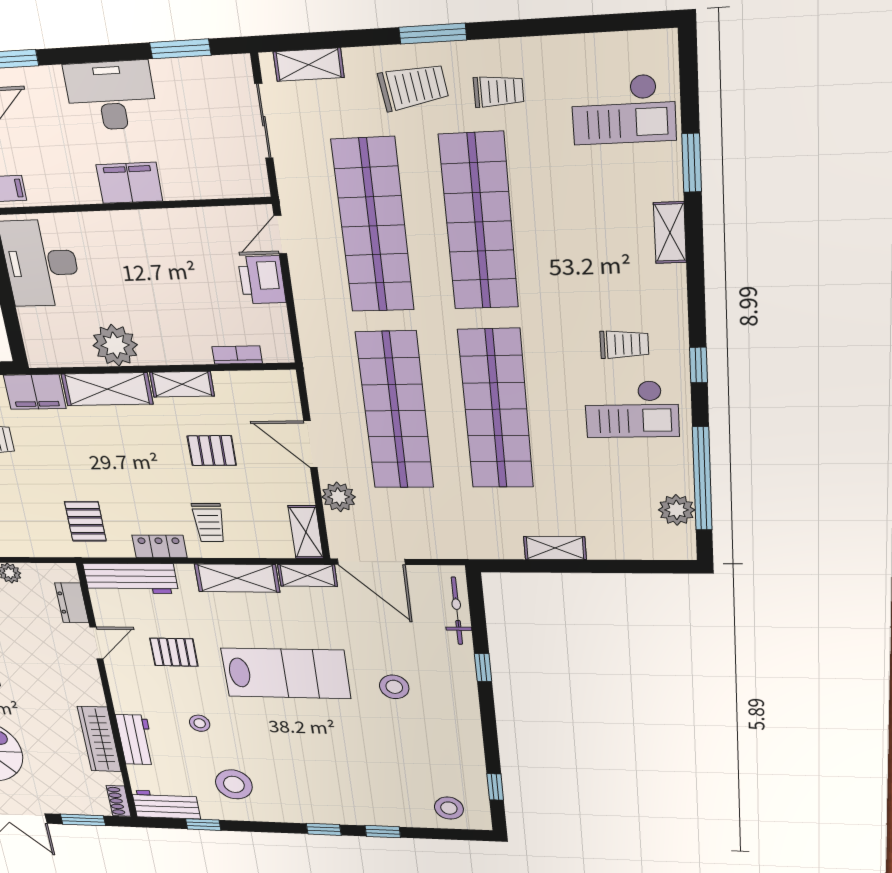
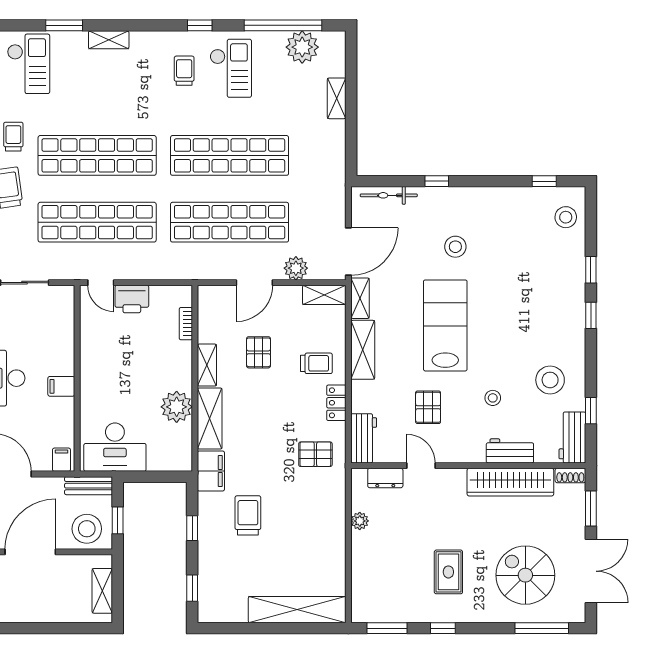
filing cabinet: (129, 183) -> (61, 386), width x0.50
plant: (677, 510) -> (302, 47), width x1.36, depth x1.36
shelving: (555, 548) -> (337, 98), moved
workbench: (131, 578) -> (364, 438), width x0.73
wardrobe: (99, 739) -> (510, 482), width x1.40, depth x1.17

